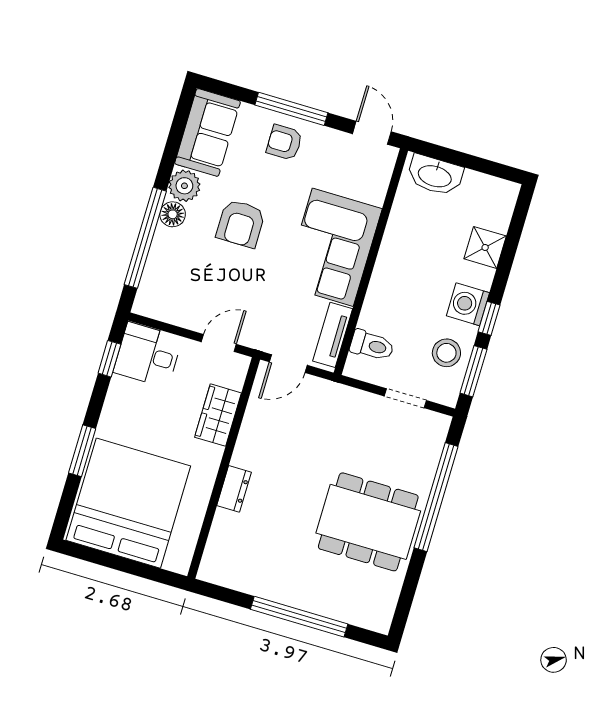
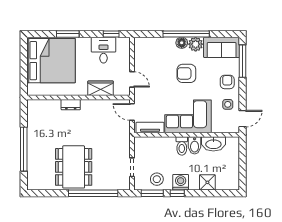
window: (291, 109) -> (243, 61), moved
side table: (332, 155) -> (228, 104), added
washbasin: (435, 175) -> (213, 144), moved, turned -90
window: (145, 238) -> (186, 34), moved
bidet: (398, 252) -> (195, 145), added
toilet: (372, 345) -> (182, 146), moved
desk: (148, 355) -> (104, 50), moved

